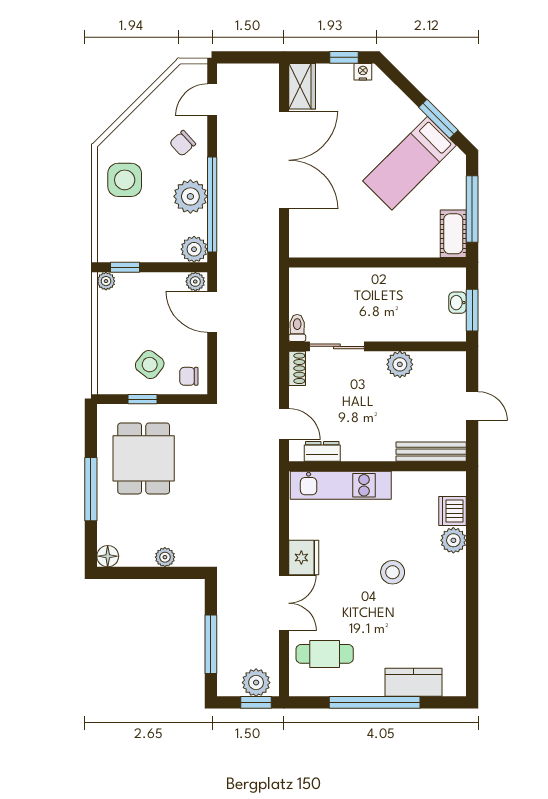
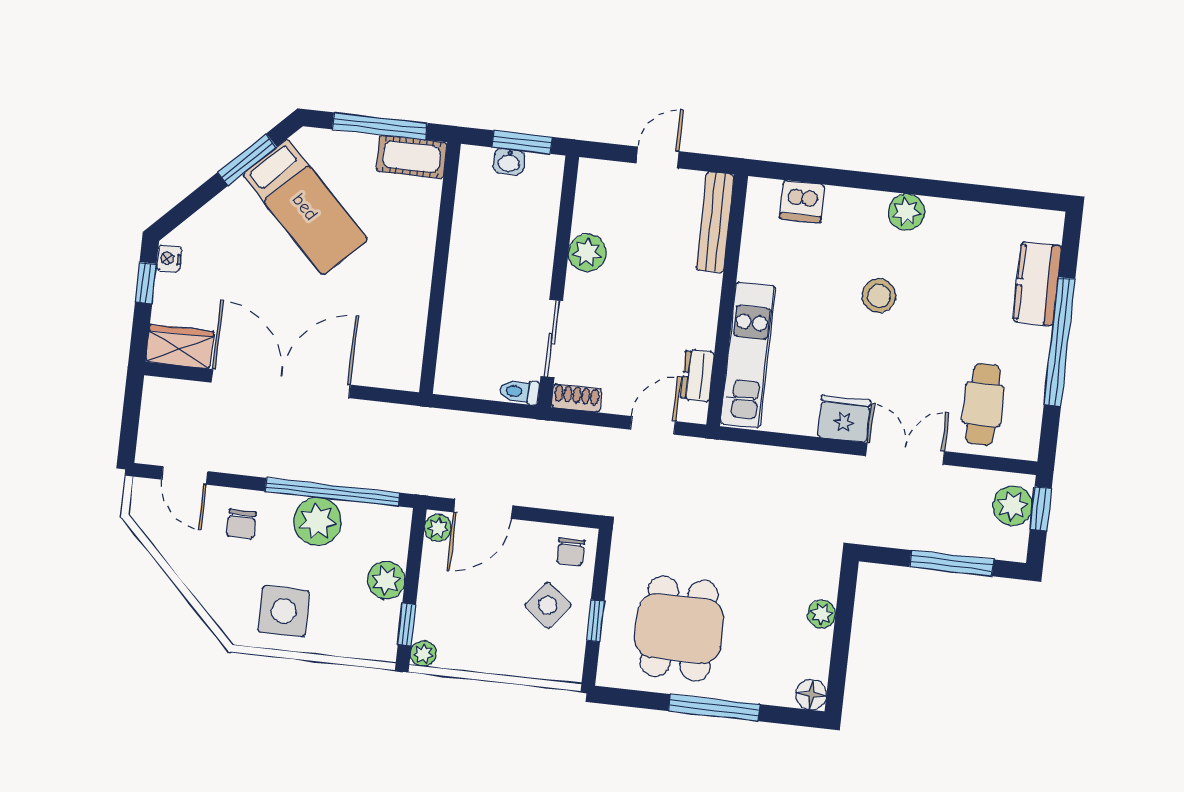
chair: (183, 143) -> (241, 524), turned 42
plant: (194, 249) -> (386, 580), moved
dining table: (144, 458) -> (679, 628), turned 90
plant: (453, 540) -> (906, 212), moved

